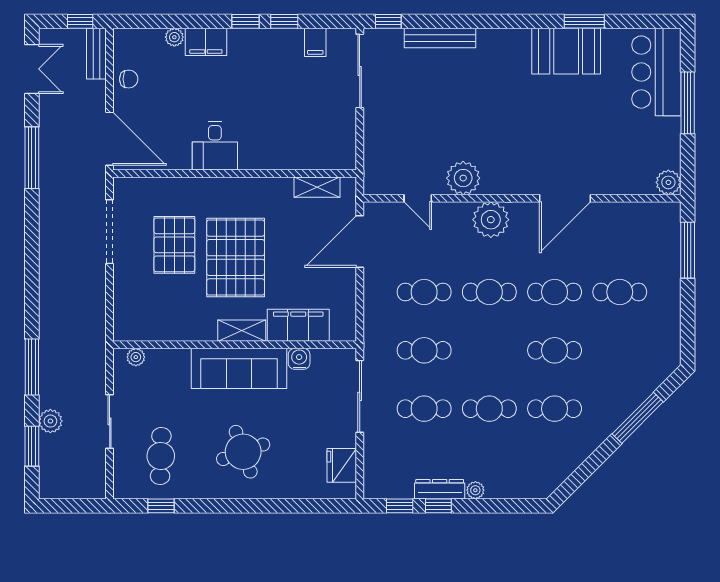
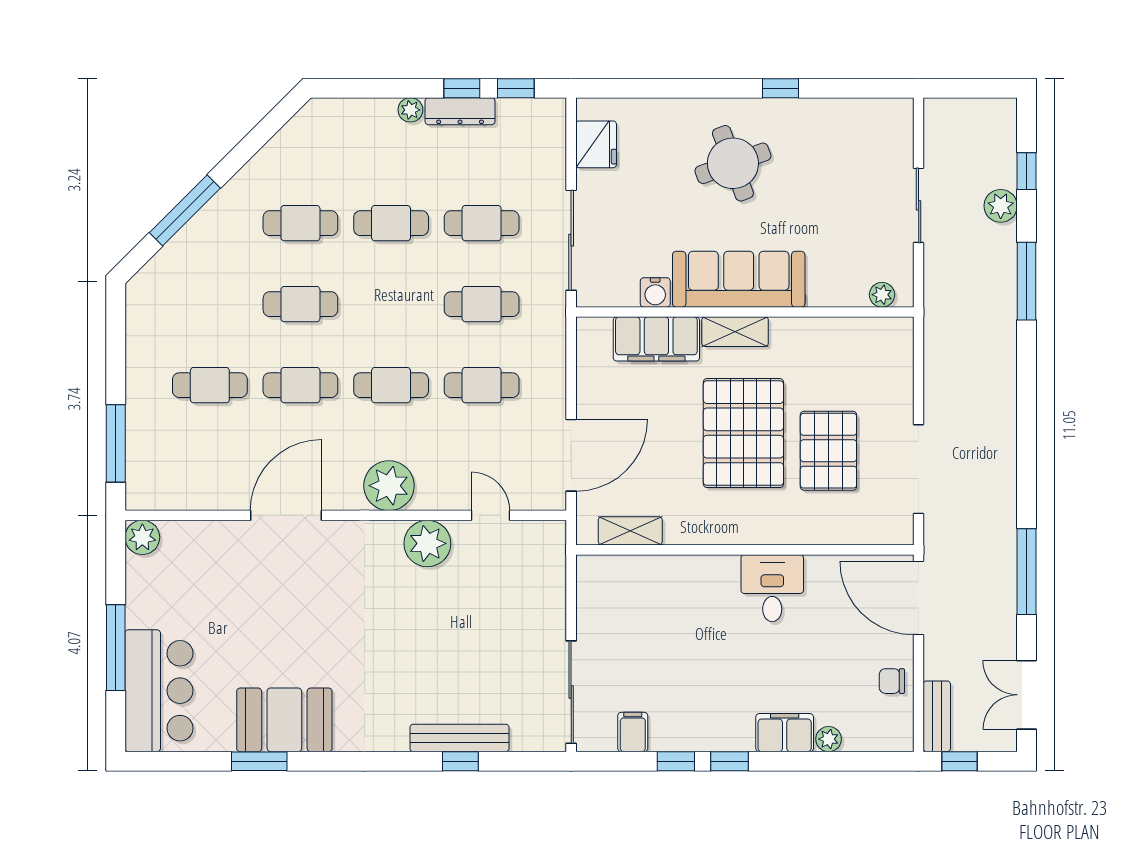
window: (388, 21) -> (460, 761), moved
window: (32, 446) -> (1027, 171), width x0.67
cafe table: (161, 456) -> (847, 157), removed
window: (161, 506) -> (780, 88), moved

